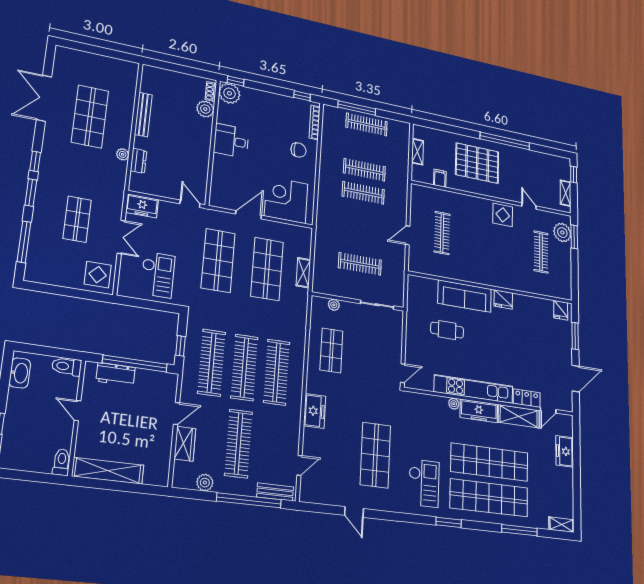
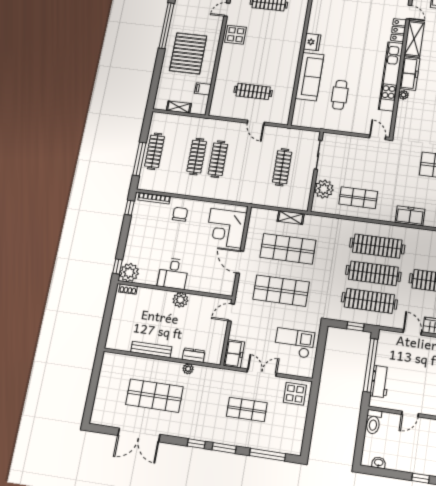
plant: (205, 109) -> (180, 300), moved
plant: (334, 305) -> (324, 189), width x1.88, depth x1.88
washbasin: (20, 373) -> (379, 463), width x0.52, depth x0.69

